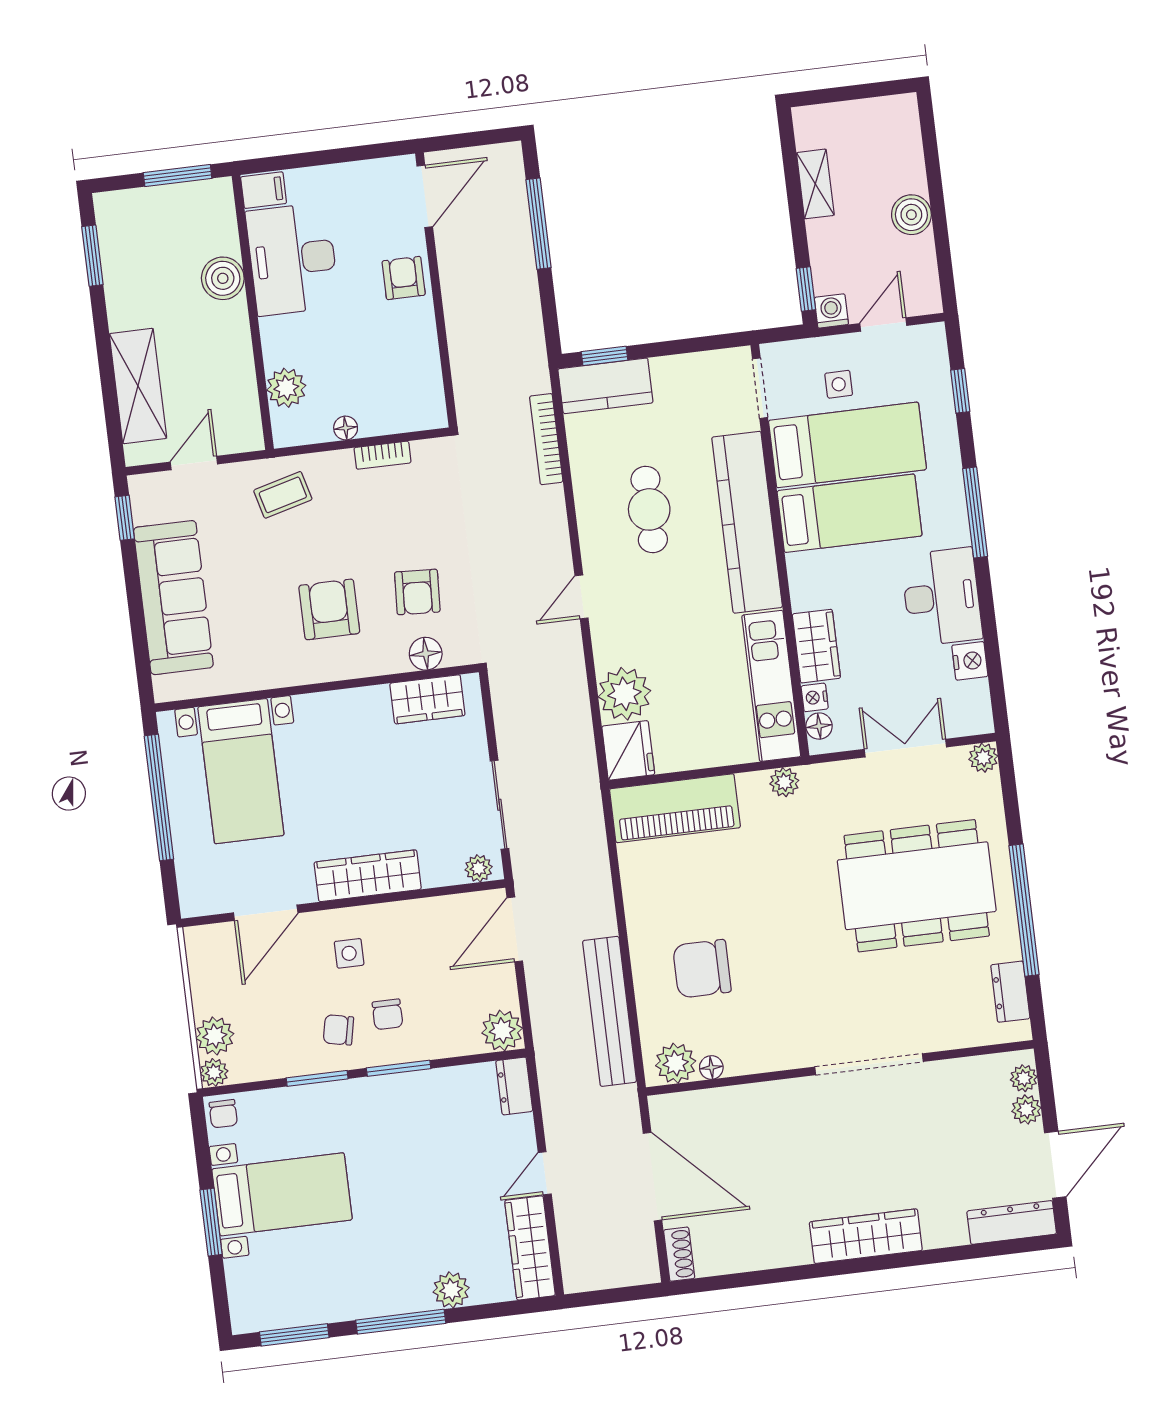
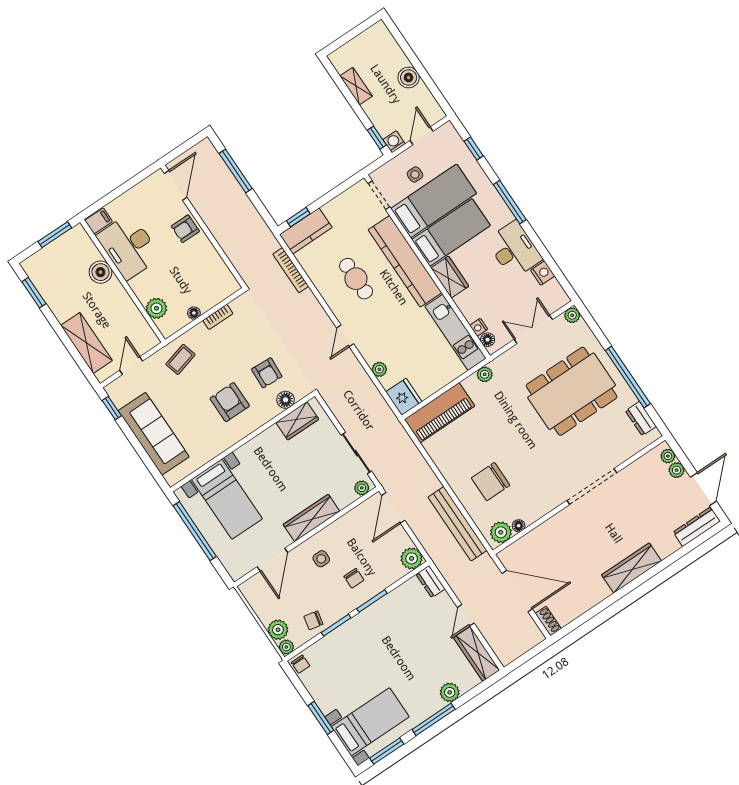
armchair: (404, 278) -> (185, 229), turned -90
wardrobe: (816, 646) -> (450, 277), moved
plant: (624, 694) -> (379, 369), width x0.53, depth x0.53
chair: (338, 1030) -> (313, 620), moved
bed with nightstands: (282, 1194) -> (370, 722), moved

